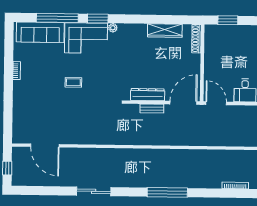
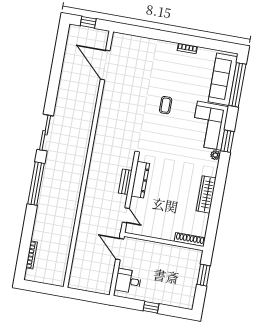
window: (57, 18) -> (237, 85), moved
wardrobe: (165, 31) -> (206, 194), moved
door: (183, 103) -> (126, 215), width x0.53
door: (216, 103) -> (120, 249), swing flipped
door: (45, 145) -> (105, 65), hinge flipped
sliding door: (94, 191) -> (45, 133), moved

